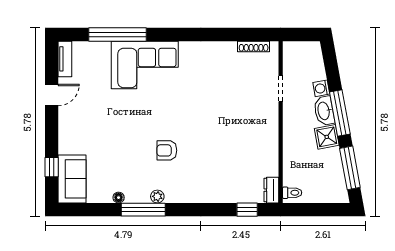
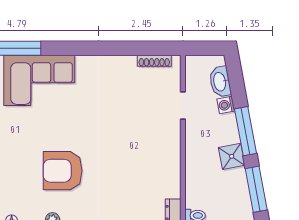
washbasin: (324, 111) -> (220, 82), moved
armchair: (167, 150) -> (63, 171), width x1.88, depth x1.88

